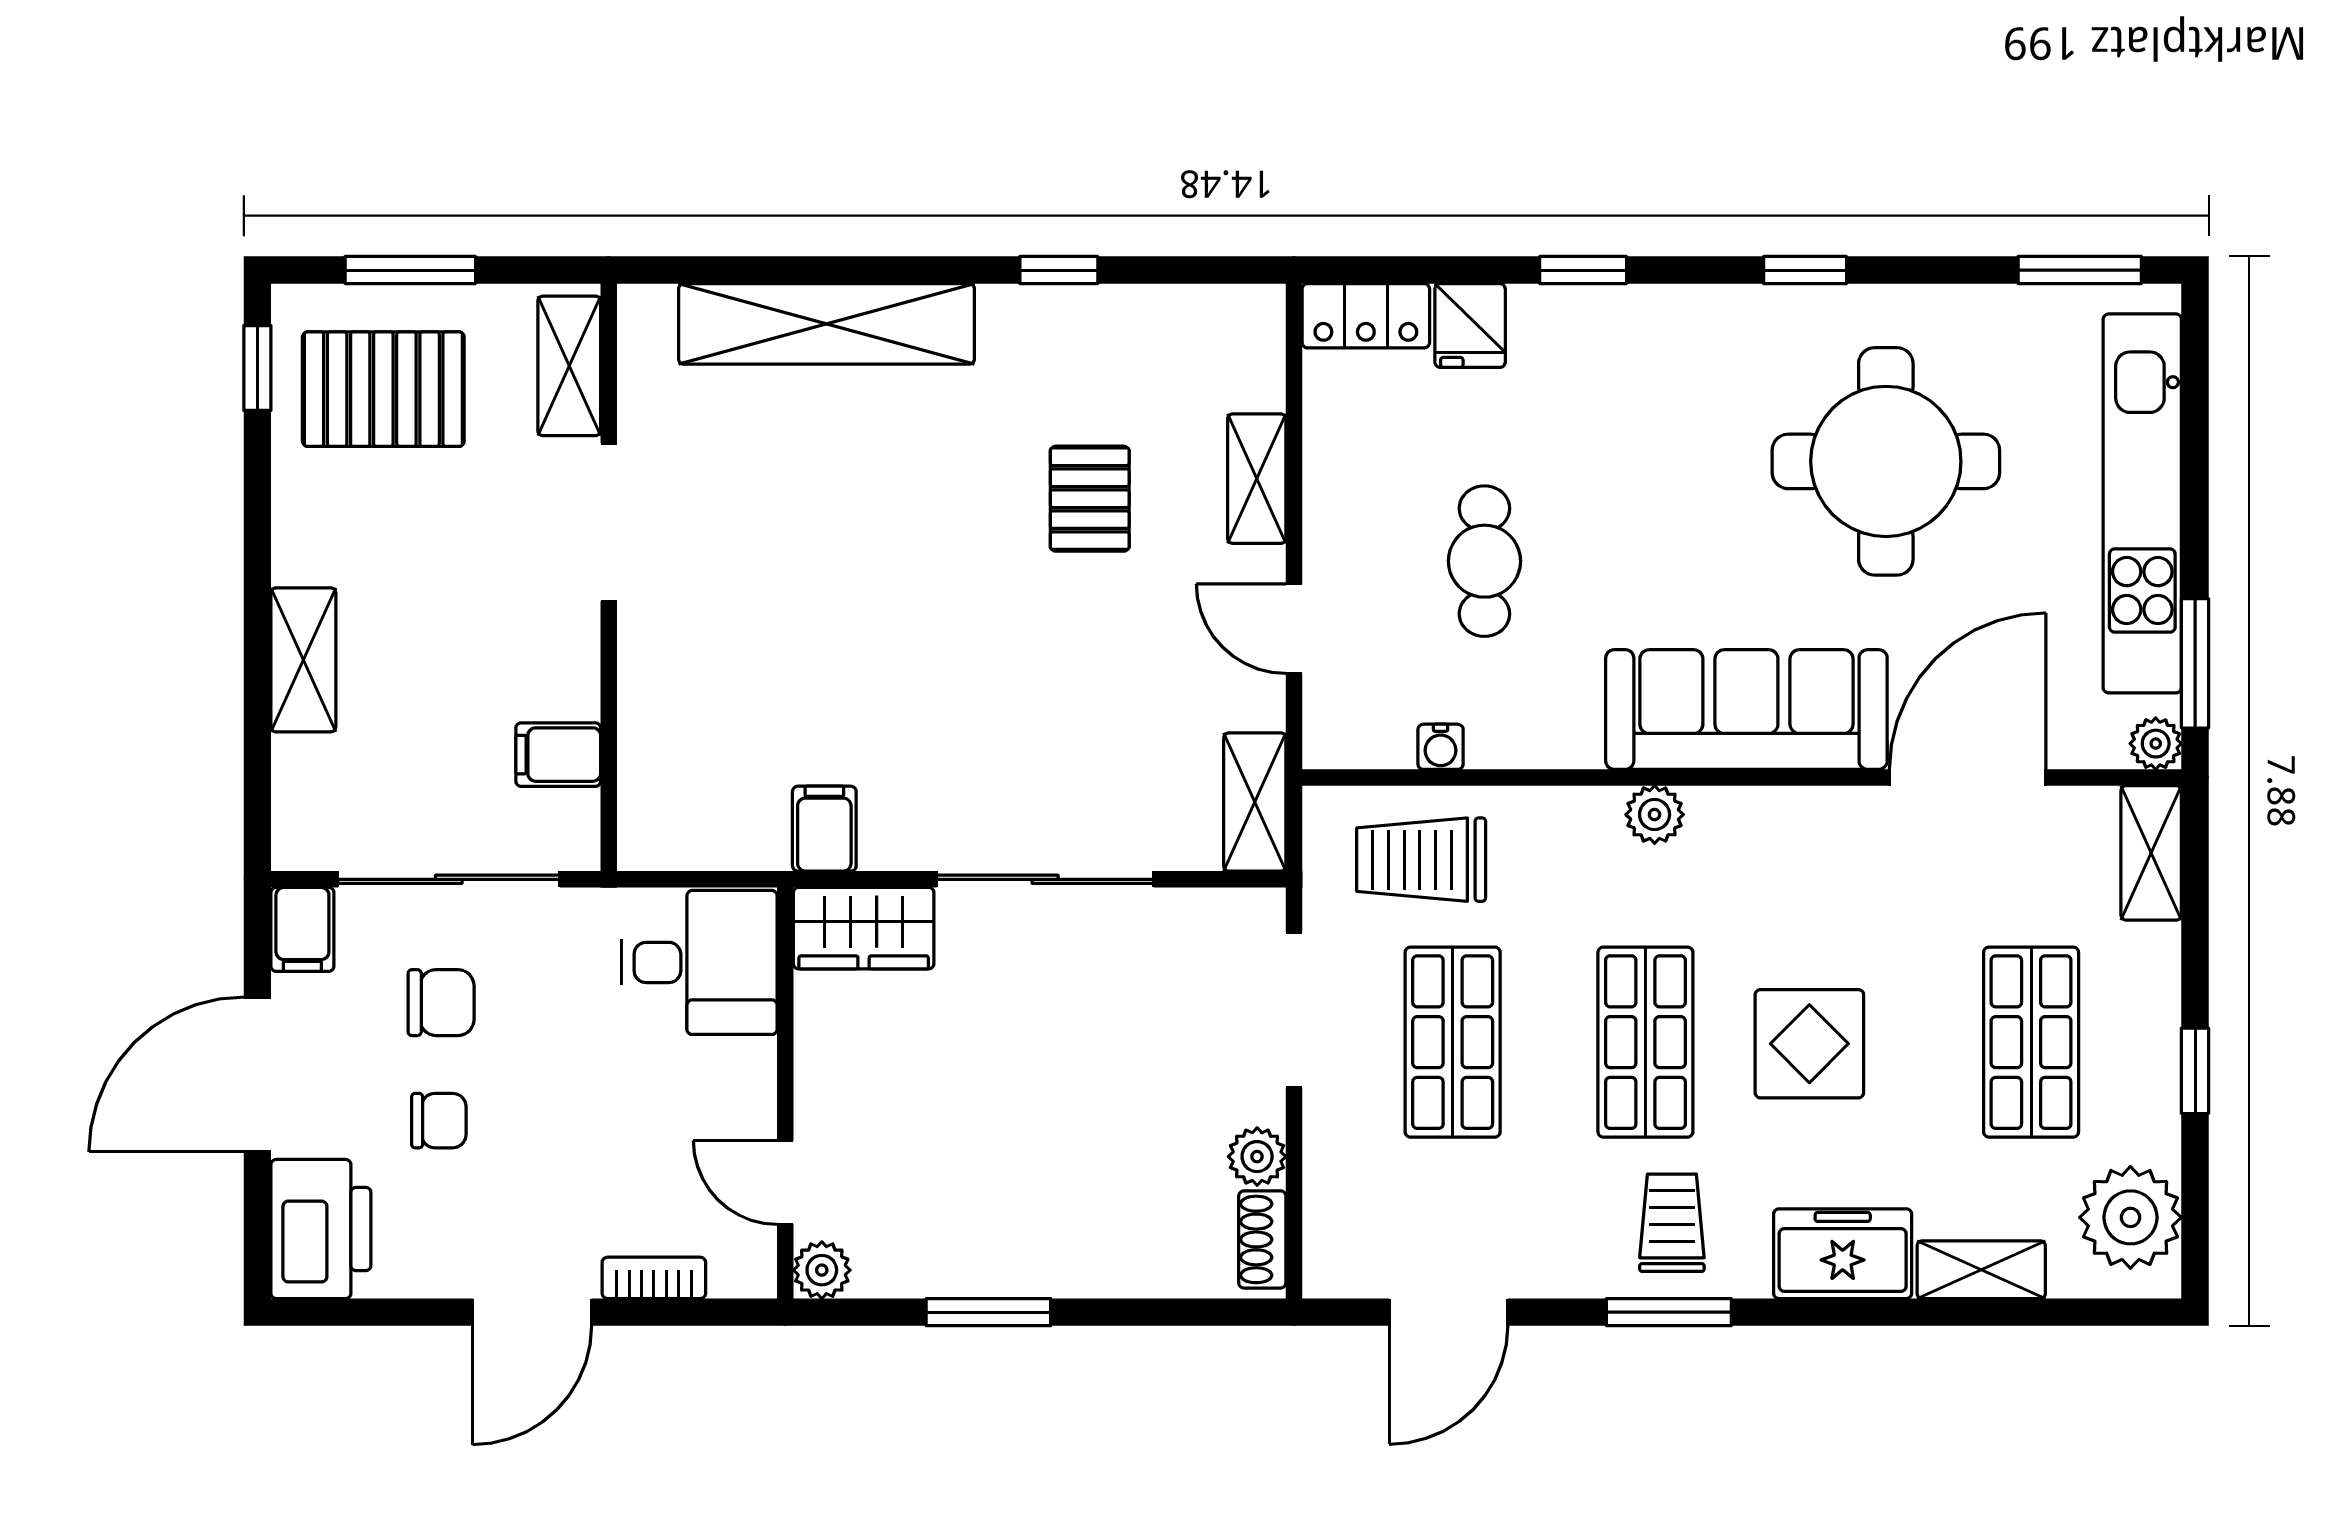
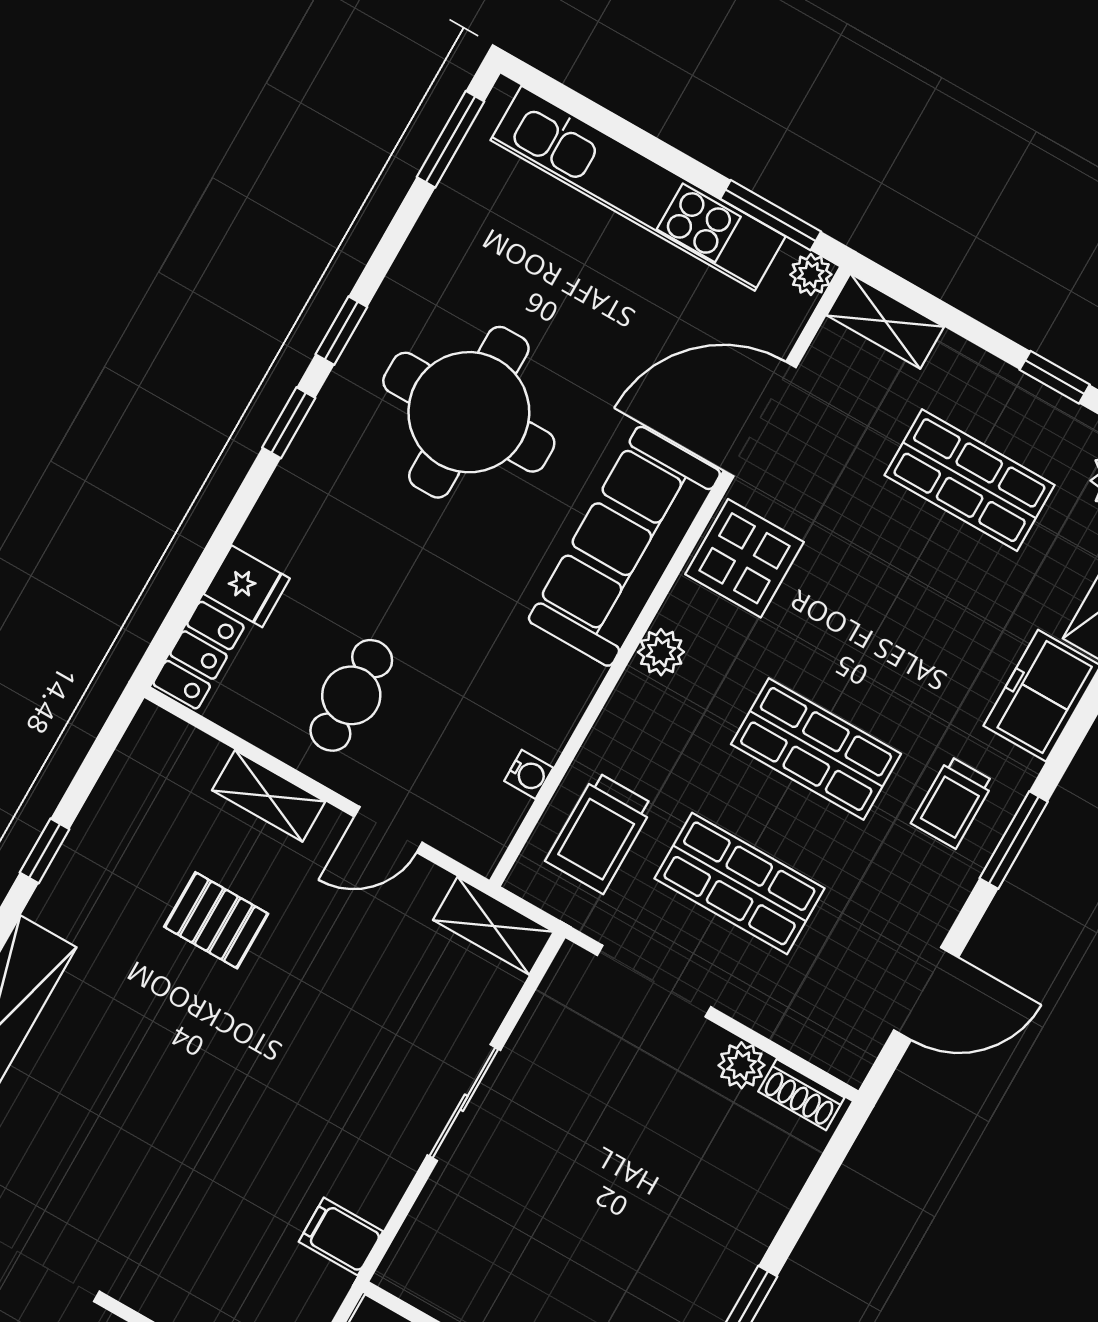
window: (1583, 270) -> (289, 423), moved
round table: (1886, 461) -> (469, 412), moved
cafe table: (1484, 561) -> (351, 695), moved, turned 90
door: (1968, 777) -> (760, 419), hinge flipped
sliding door: (1045, 879) -> (464, 1103), width x0.73
wardrobe: (864, 928) -> (426, 1249), removed
display table: (1809, 1044) -> (744, 558), moved
trolley: (1672, 1223) -> (953, 802), turned -90
door: (1449, 1312) -> (926, 994), hinge flipped

